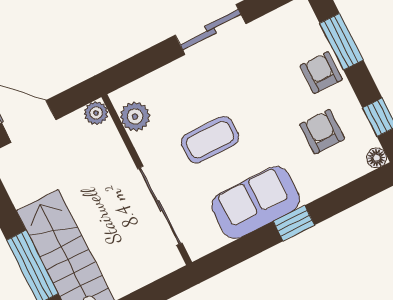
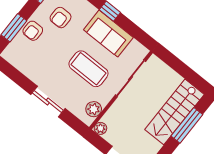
sliding door: (210, 30) -> (48, 102), moved
coffee table: (210, 140) -> (88, 69), width x1.36, depth x1.32

